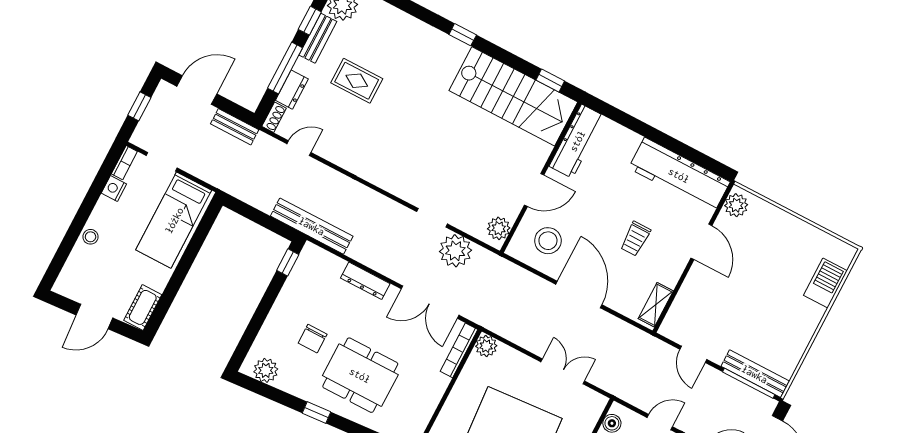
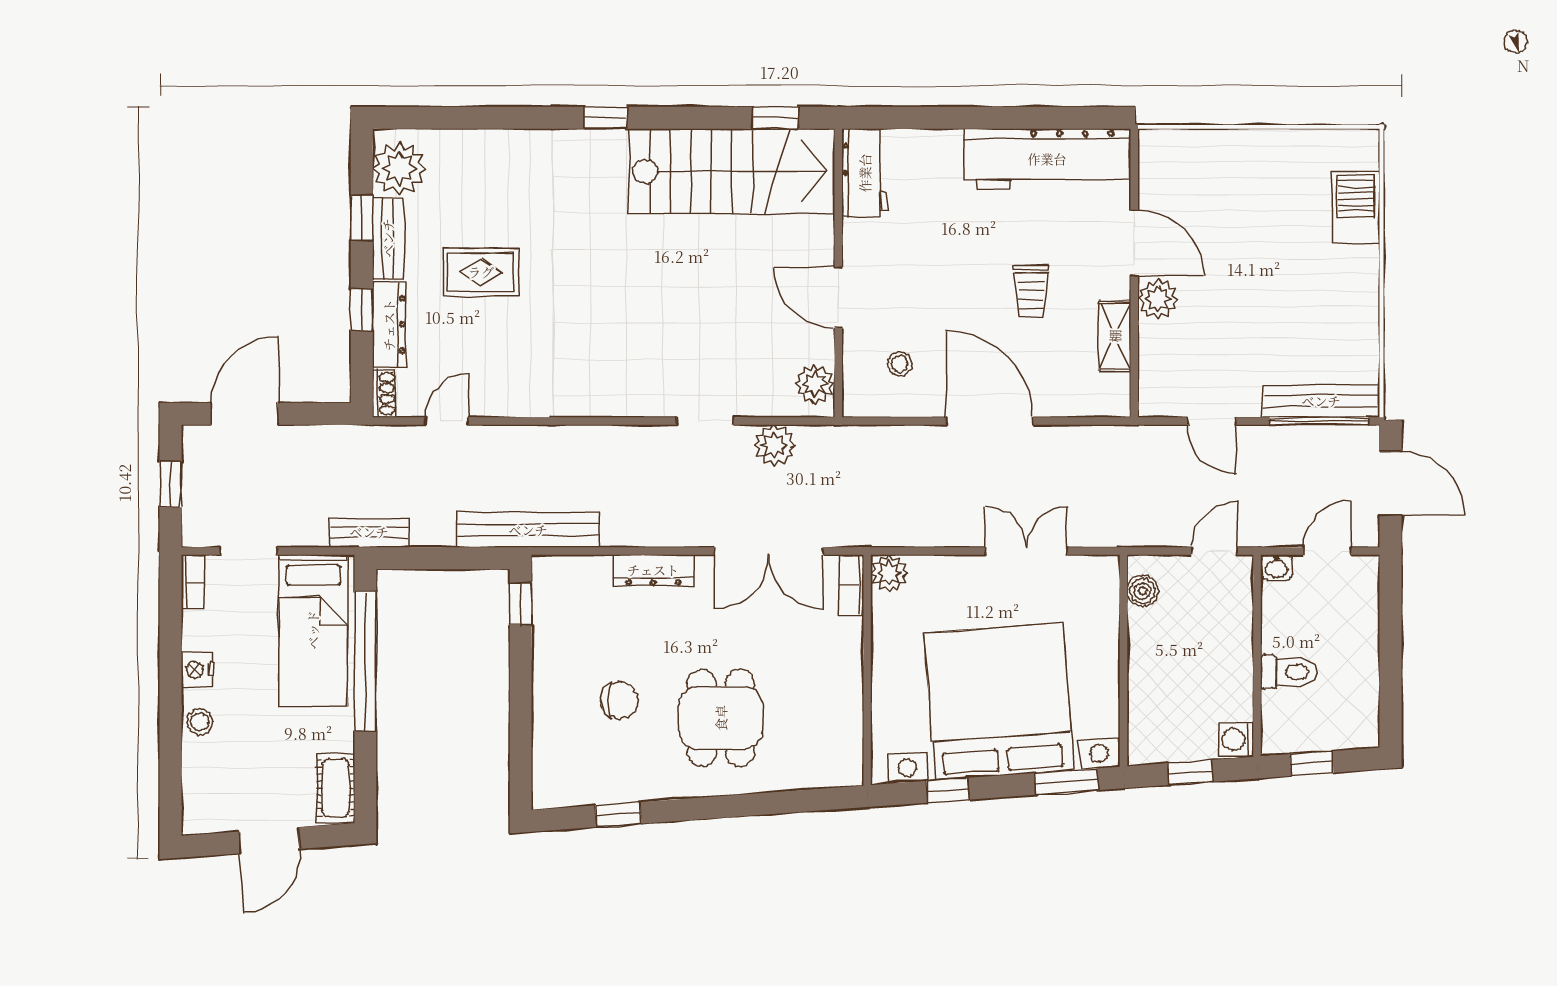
window: (285, 68) -> (362, 310), width x0.46
dresser: (292, 90) -> (389, 325), width x1.44
bench: (235, 127) -> (369, 532), moved
workbench: (577, 141) -> (865, 173), width x0.73
nightstand: (114, 189) -> (197, 670), moved
door: (534, 190) -> (838, 297), swing flipped
plant: (736, 205) -> (1158, 299), moved
stool: (548, 241) -> (900, 364), width x0.53, depth x0.53
window: (192, 250) -> (365, 661), added
plant: (455, 251) -> (774, 445), width x0.73, depth x0.73
shelving: (656, 305) -> (1115, 336), moved
chair: (313, 339) -> (619, 700), turned -90
bookcase: (459, 350) -> (851, 585), width x0.64
plant: (266, 370) -> (573, 786), removed
dining table: (360, 375) -> (721, 718), width x0.73
window: (317, 413) -> (618, 815), moved

